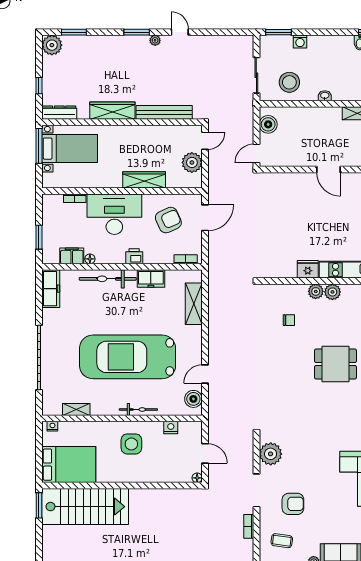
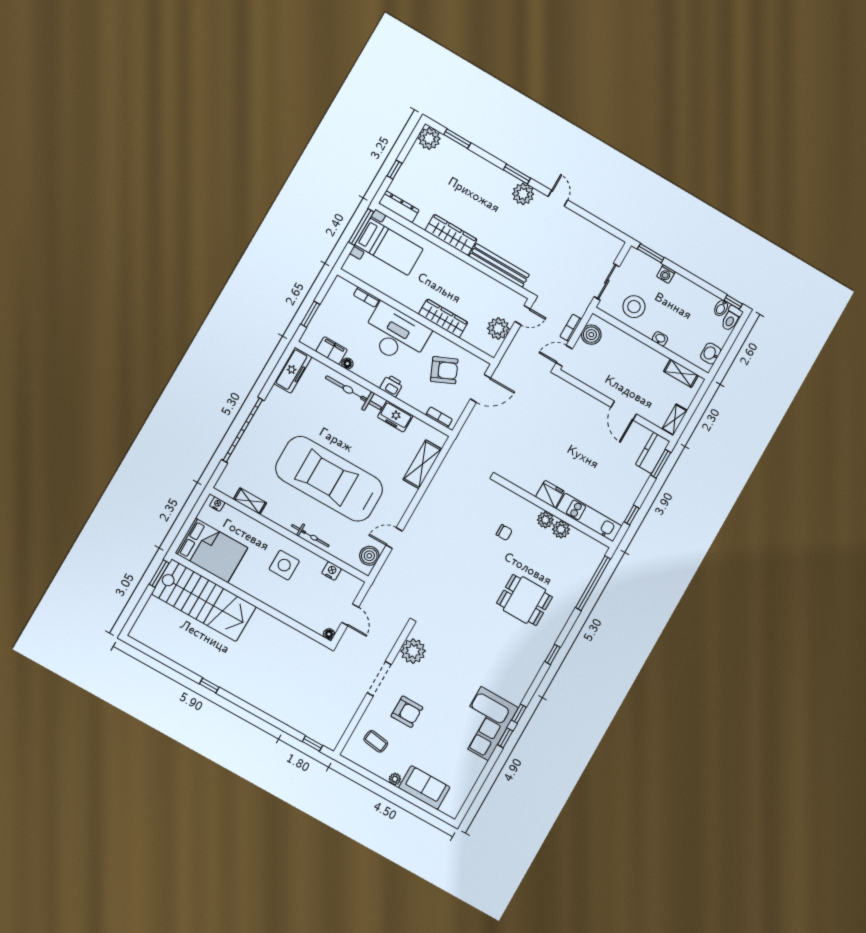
plant: (155, 40) -> (523, 194), width x1.87, depth x1.87
bookcase: (249, 526) -> (571, 328), moved

